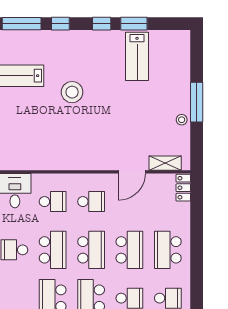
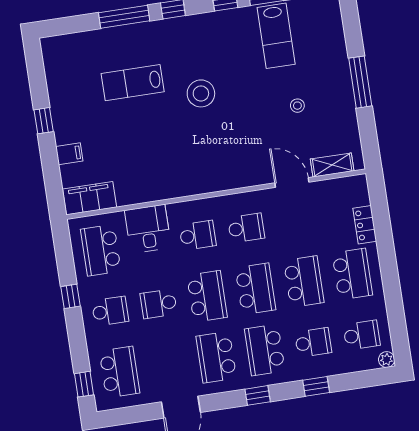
stool: (182, 120) -> (297, 106), moved
door: (132, 172) -> (292, 183), swing flipped
locker: (183, 188) -> (365, 225), moved
school desk: (168, 250) -> (352, 274), turned 180

